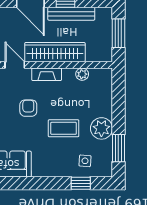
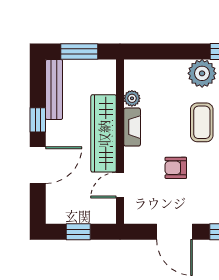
bench: (71, 14) -> (54, 89), moved
fireplace: (47, 74) -> (132, 127), moved

